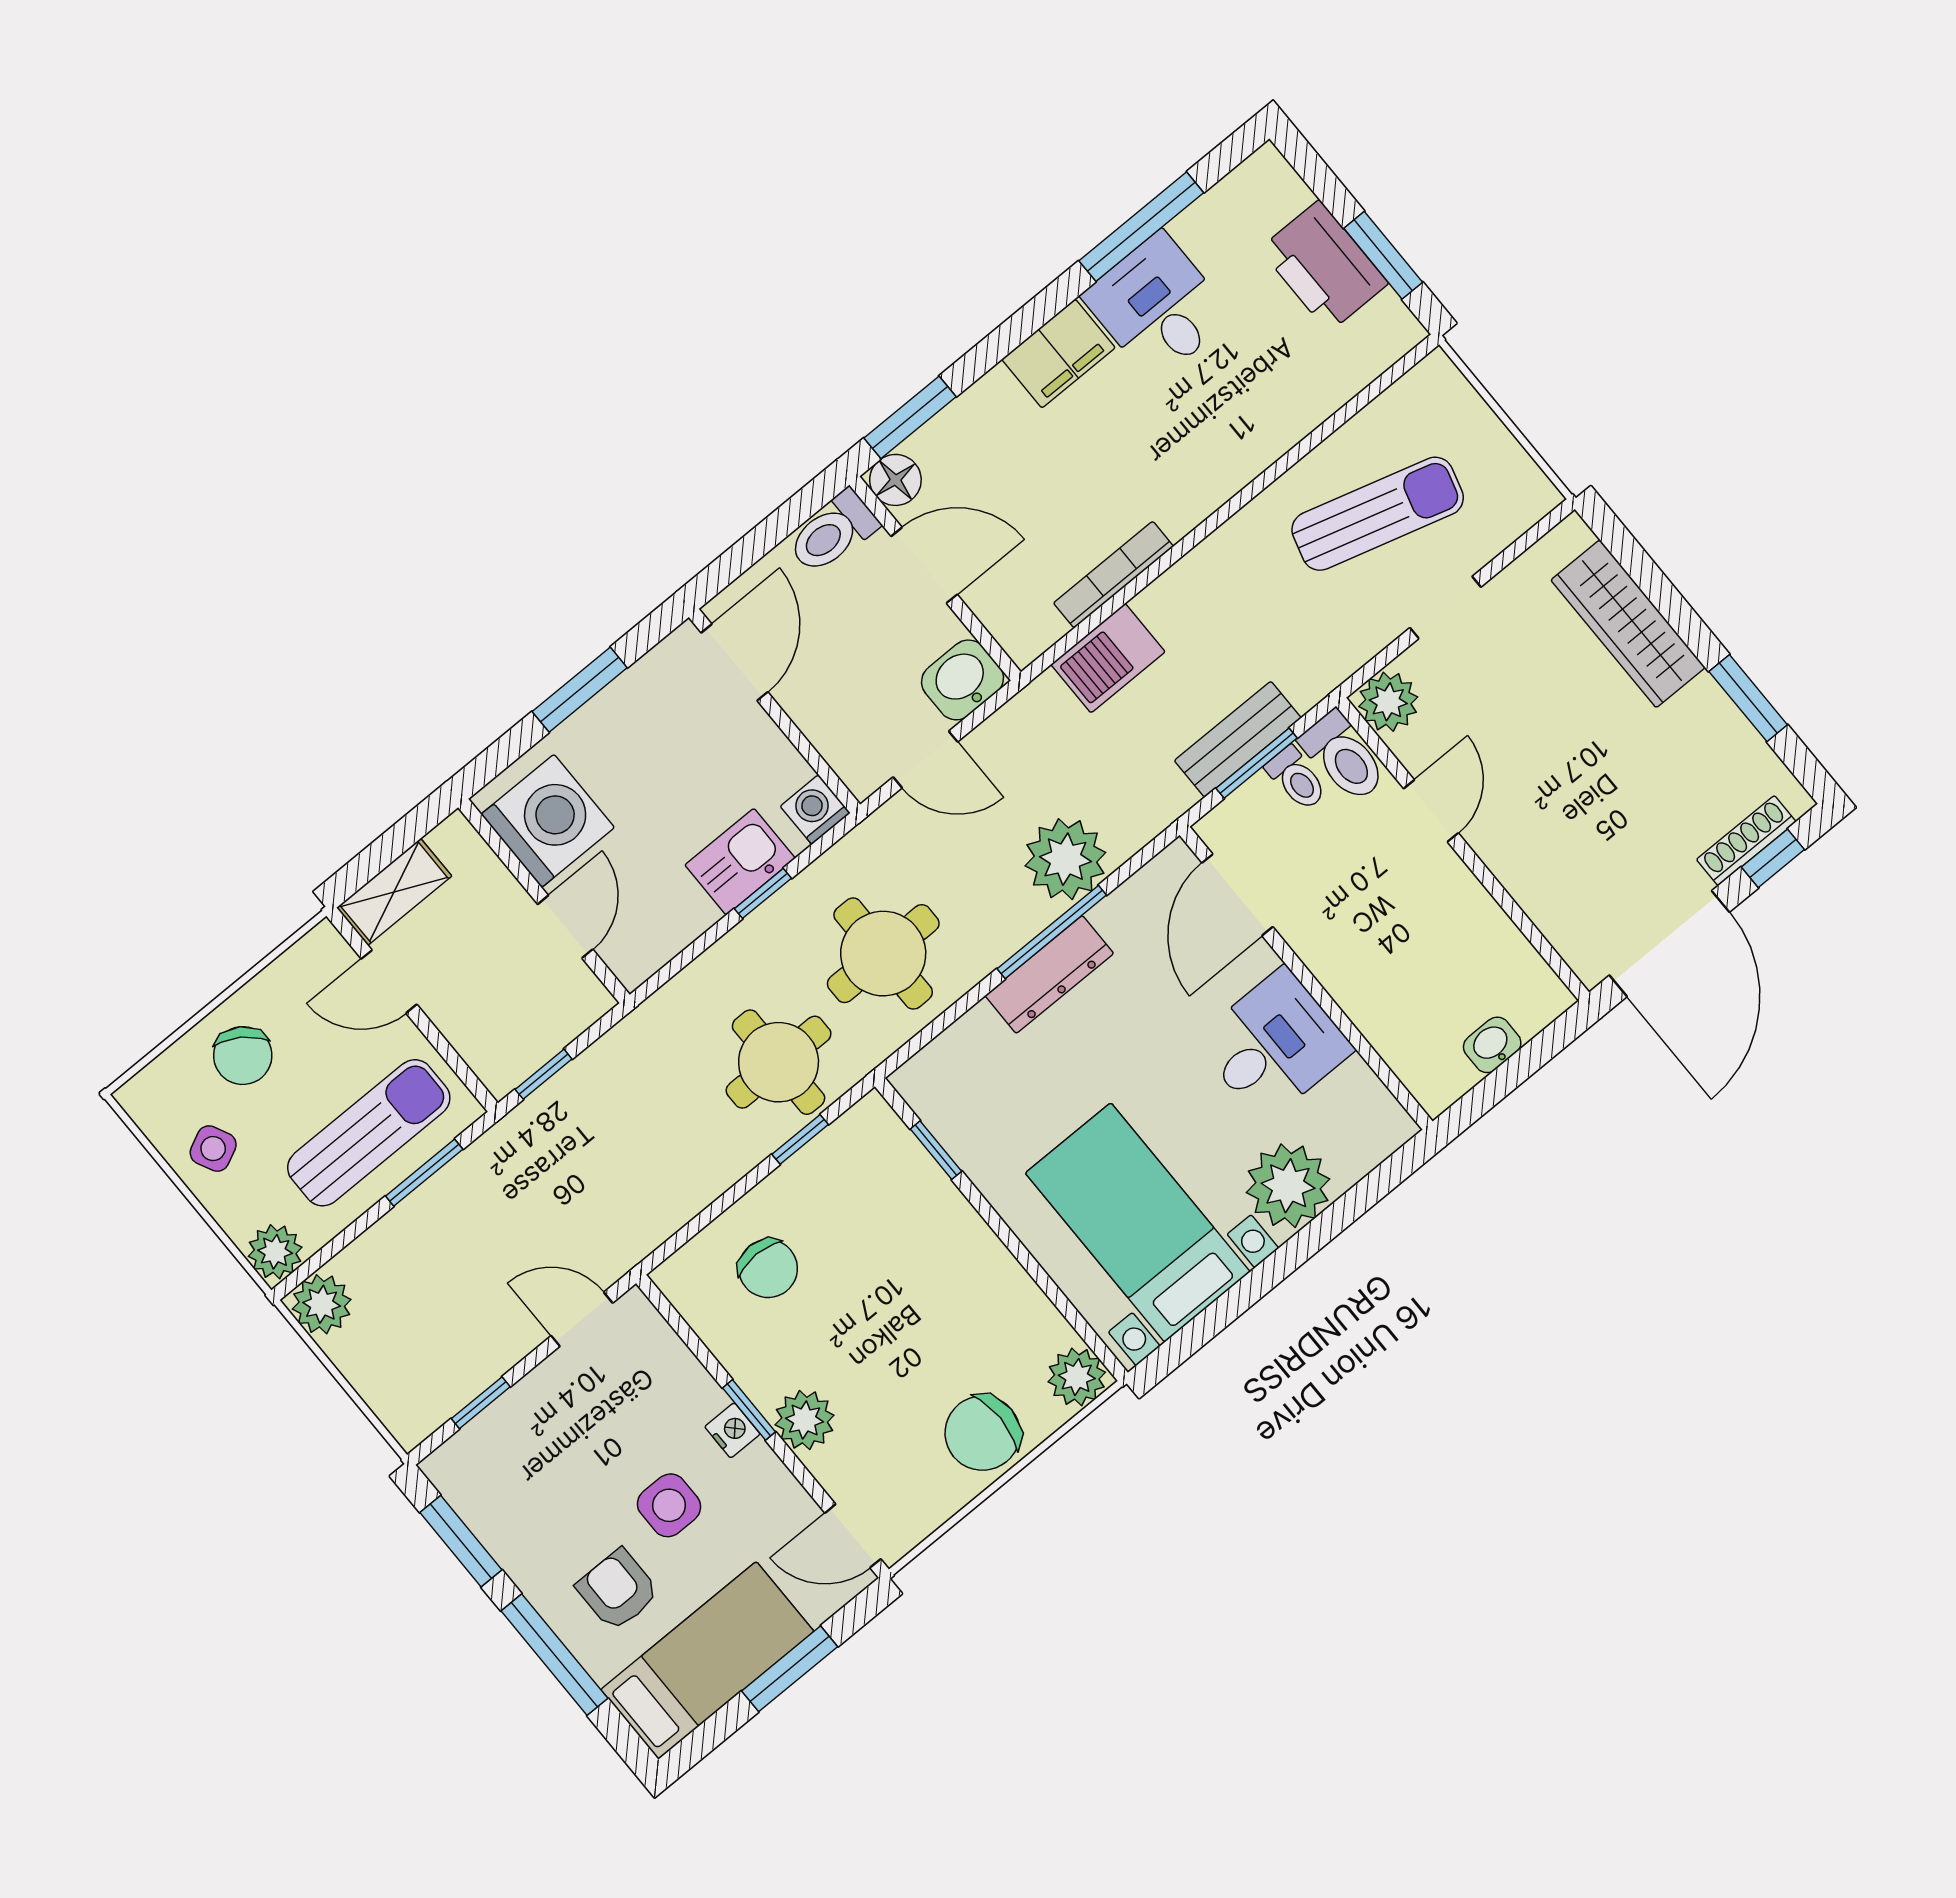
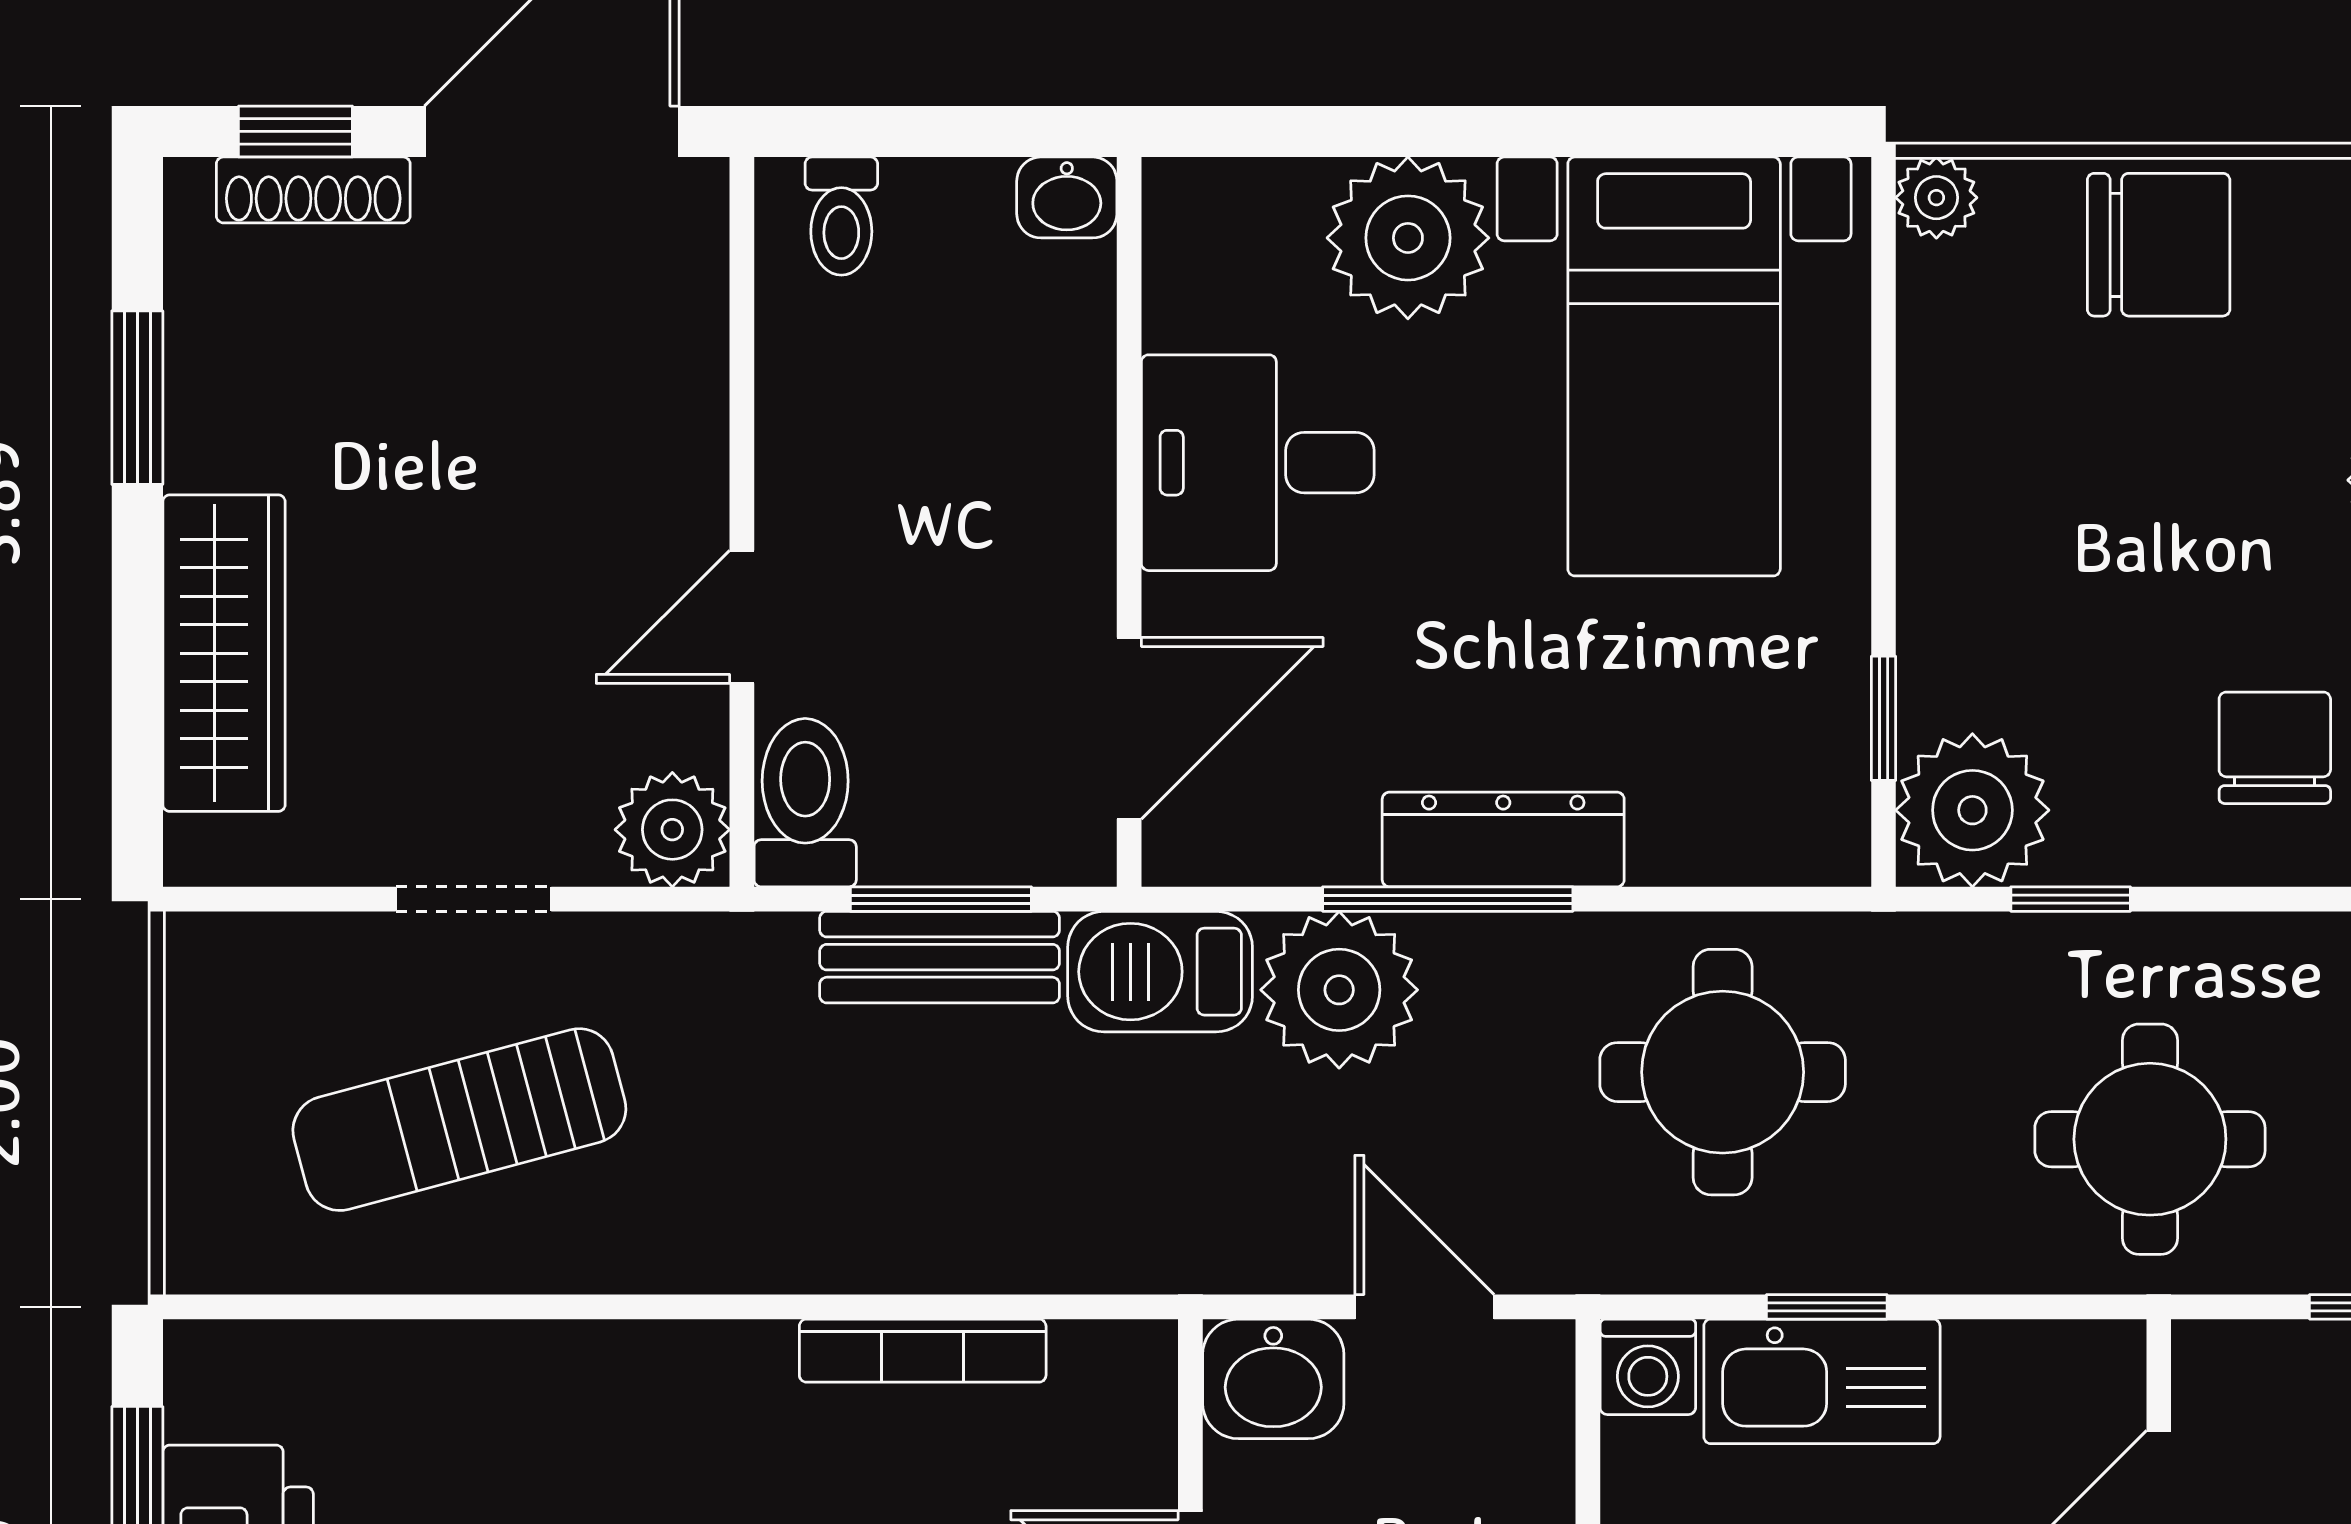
sun lounger: (1378, 514) -> (459, 1120), turned -31
barbecue: (1108, 658) -> (1160, 972), moved, turned 180
toilet: (1297, 779) -> (841, 216), moved, turned 180
kitchen sink: (740, 862) -> (1822, 1381), width x1.38
washbasin: (1492, 1045) -> (1067, 197), moved
round table: (779, 1062) -> (2150, 1139), moved
plant: (869, 1143) -> (1972, 810), added
plant: (1077, 1377) -> (1936, 198), width x0.73, depth x0.73

